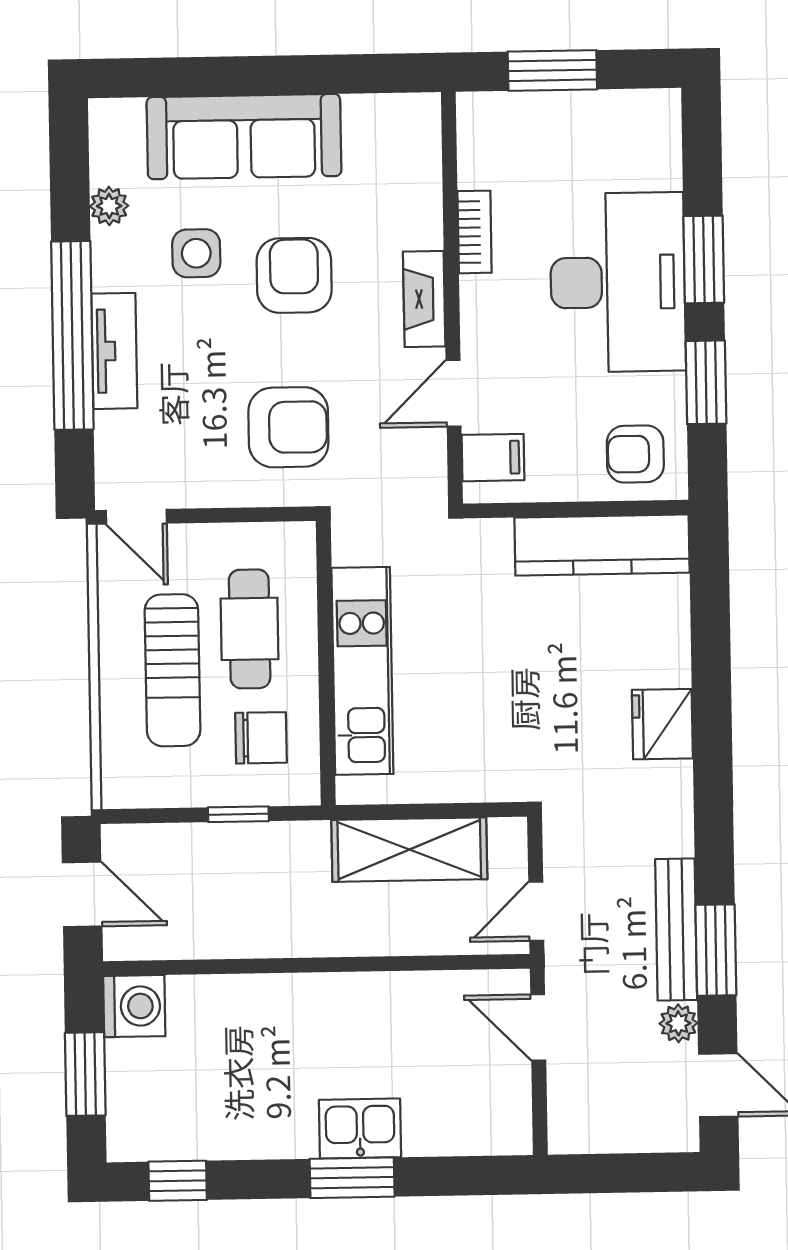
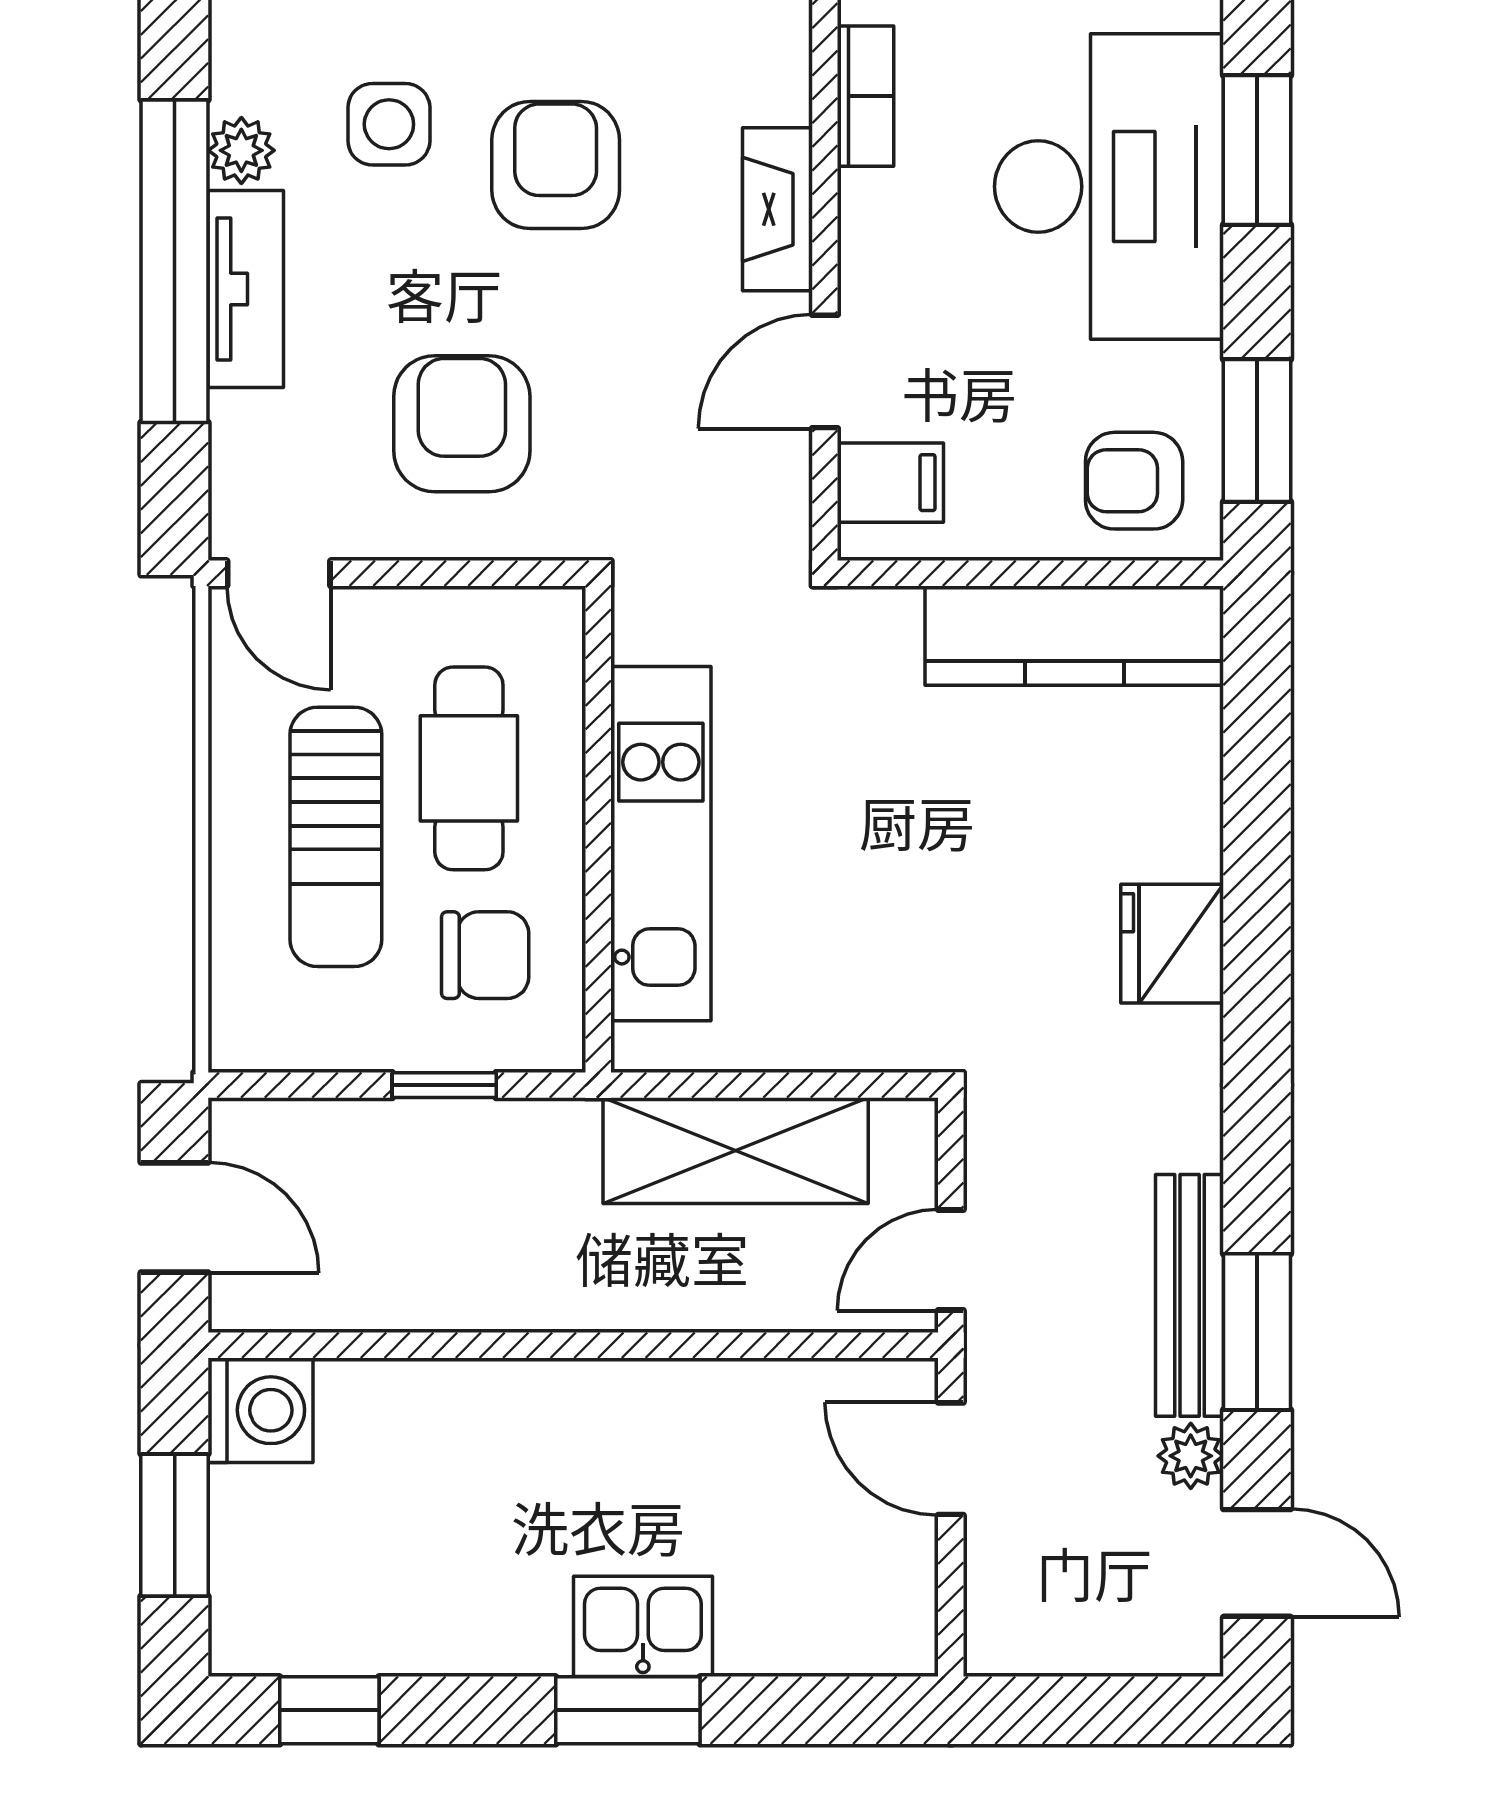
plant: (109, 206) -> (241, 150), moved
window: (706, 382) -> (1257, 430), moved
armchair: (288, 427) -> (462, 424), moved, turned -90

